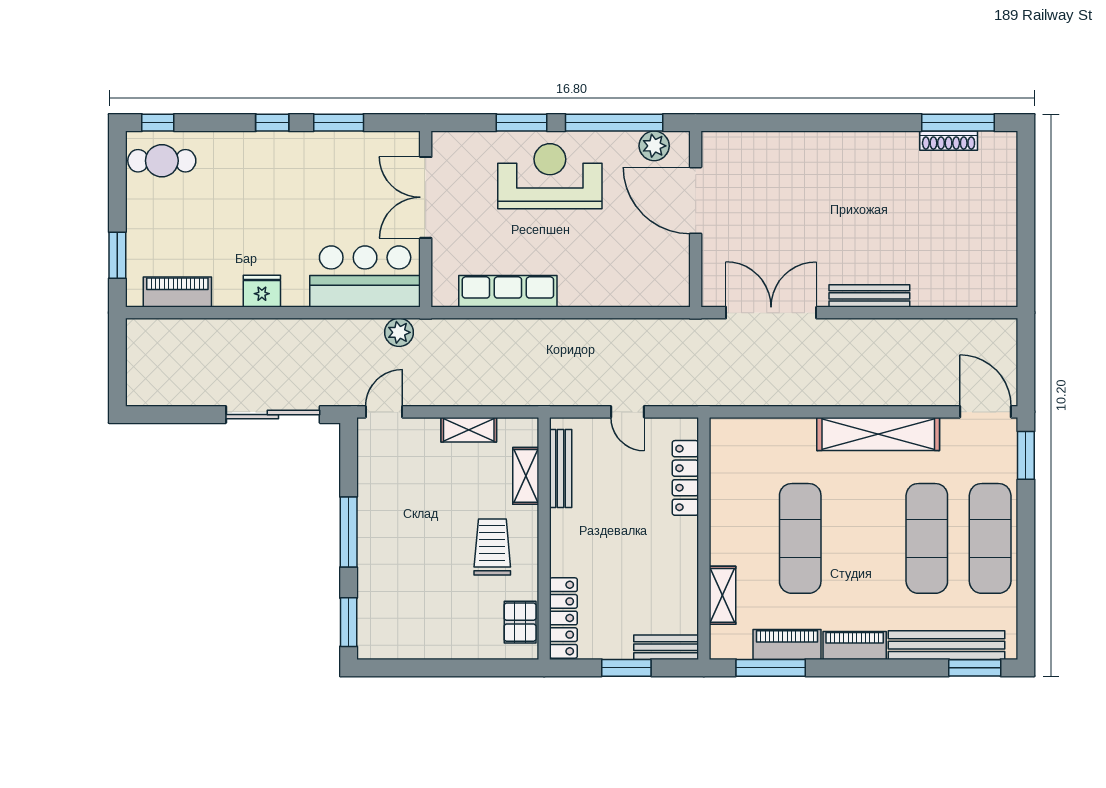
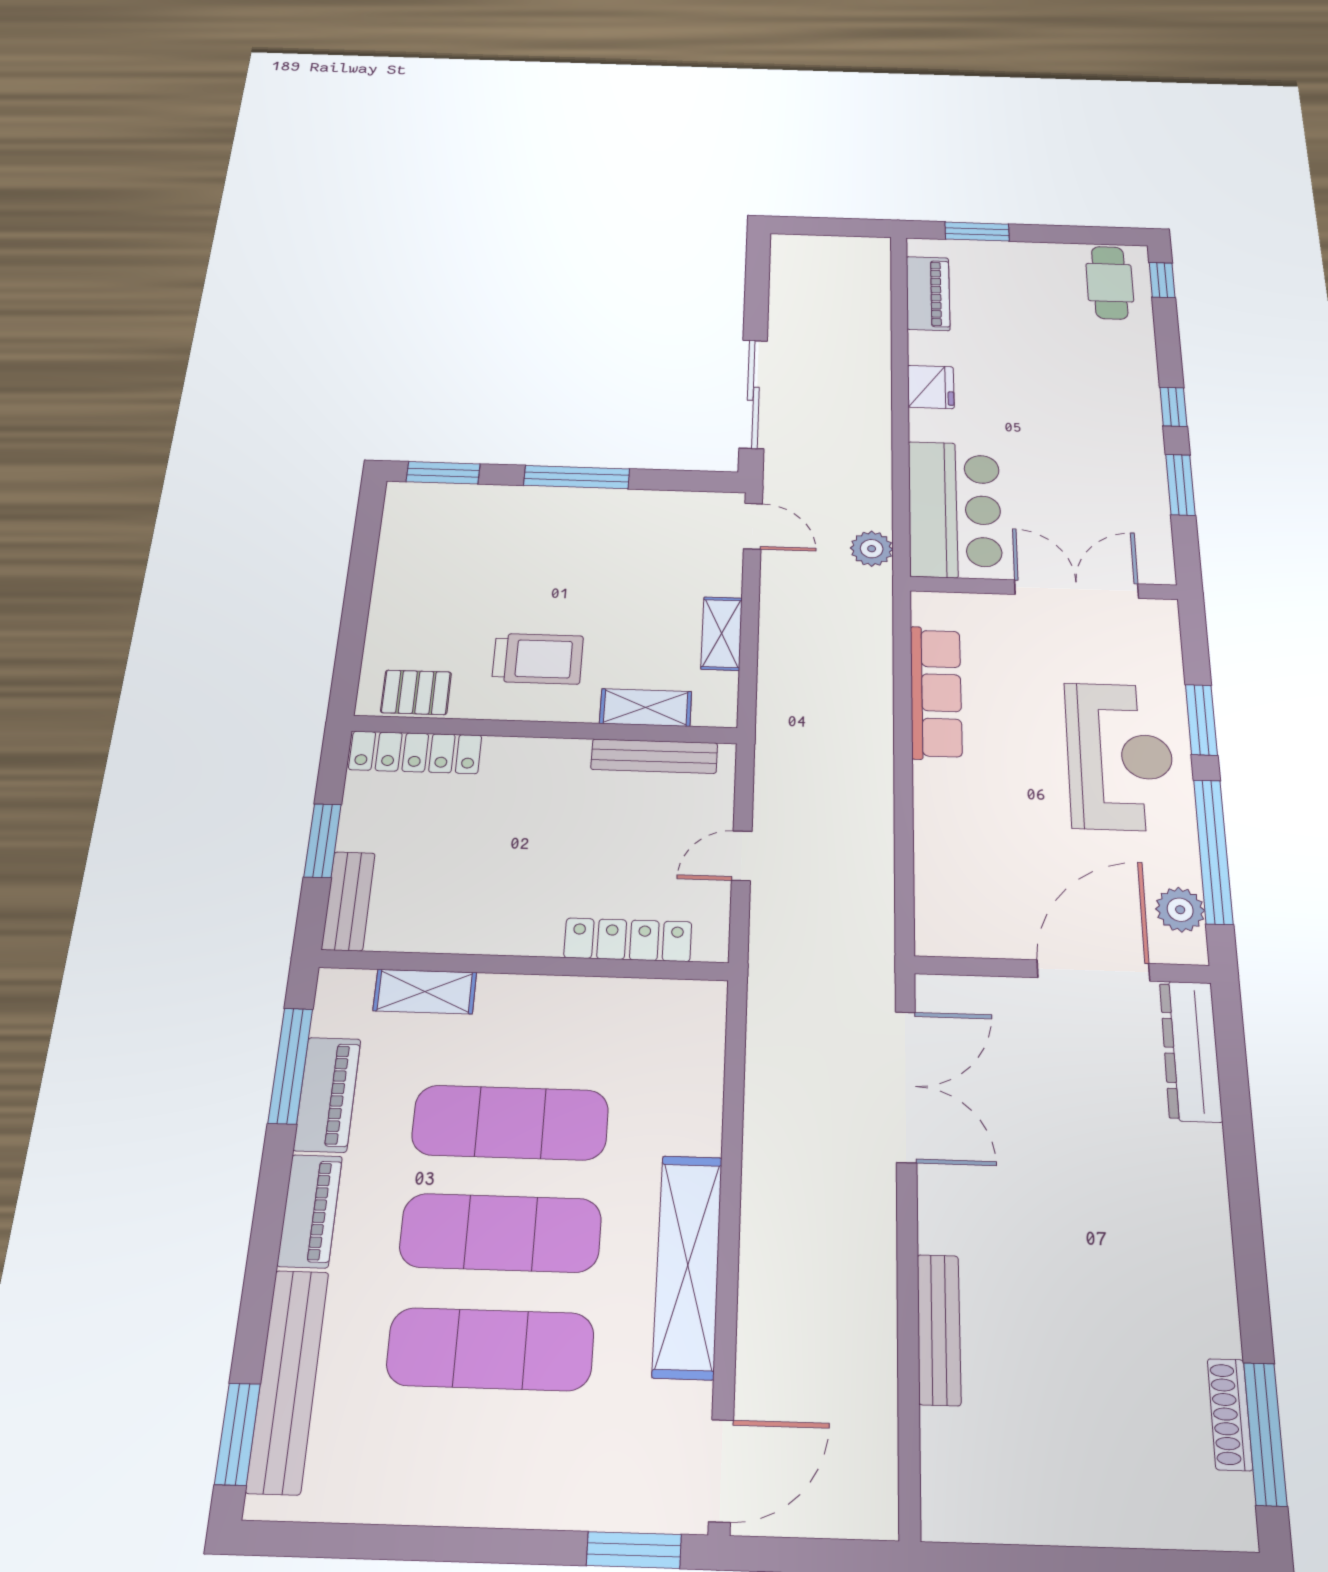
dresser: (744, 146) -> (1191, 1051), added
bench: (869, 296) -> (939, 1329), moved
exercise mat: (990, 538) -> (501, 1233), moved

